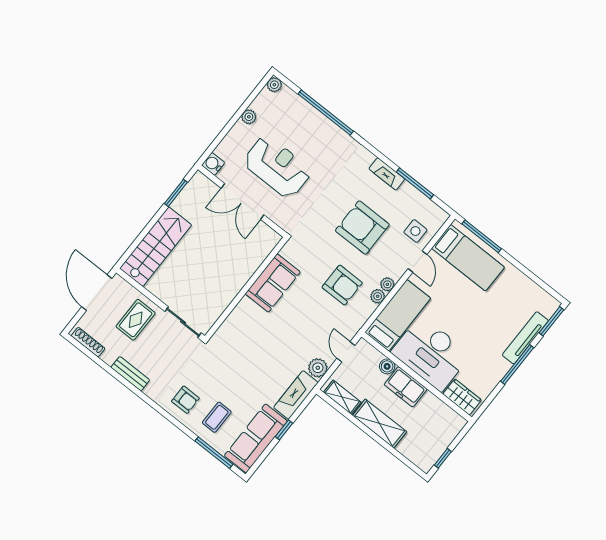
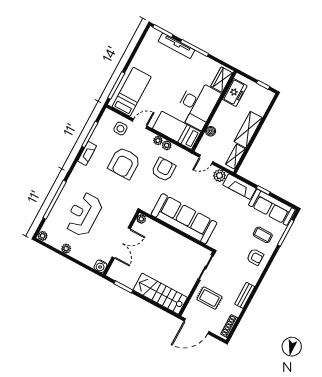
reception desk: (277, 167) -> (84, 214), moved
plant: (273, 238) -> (141, 219), added
sofa: (273, 283) -> (184, 219), width x1.85, depth x1.27
freezer: (406, 387) -> (235, 93), moved
armchair: (185, 400) -> (255, 257), turned 90

